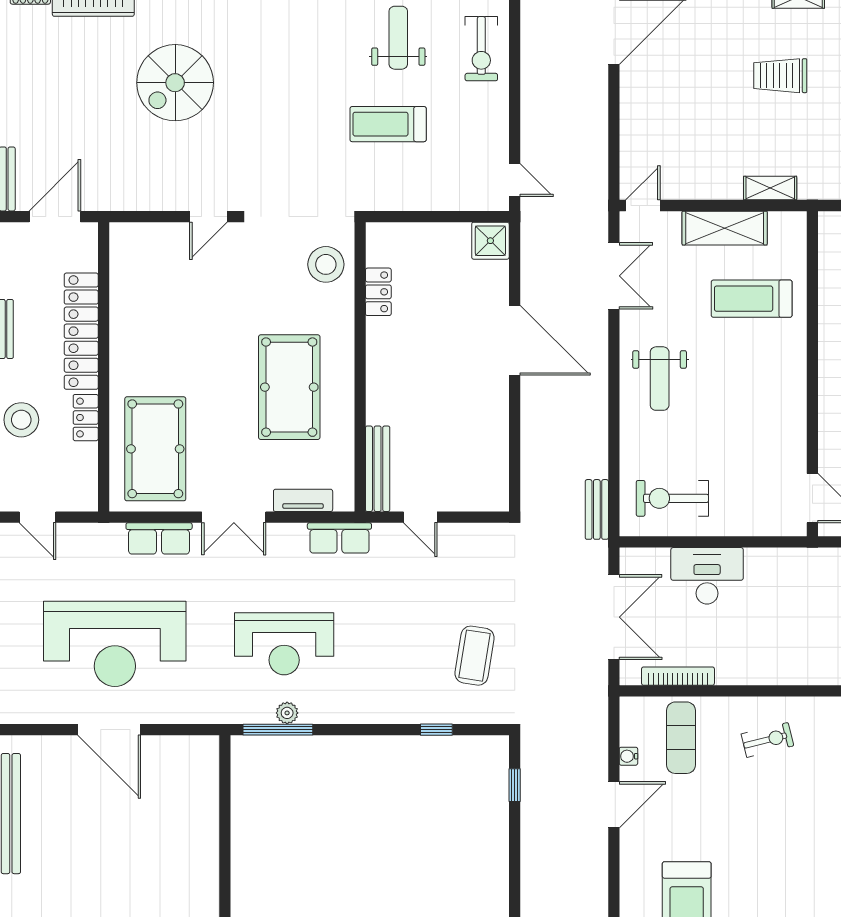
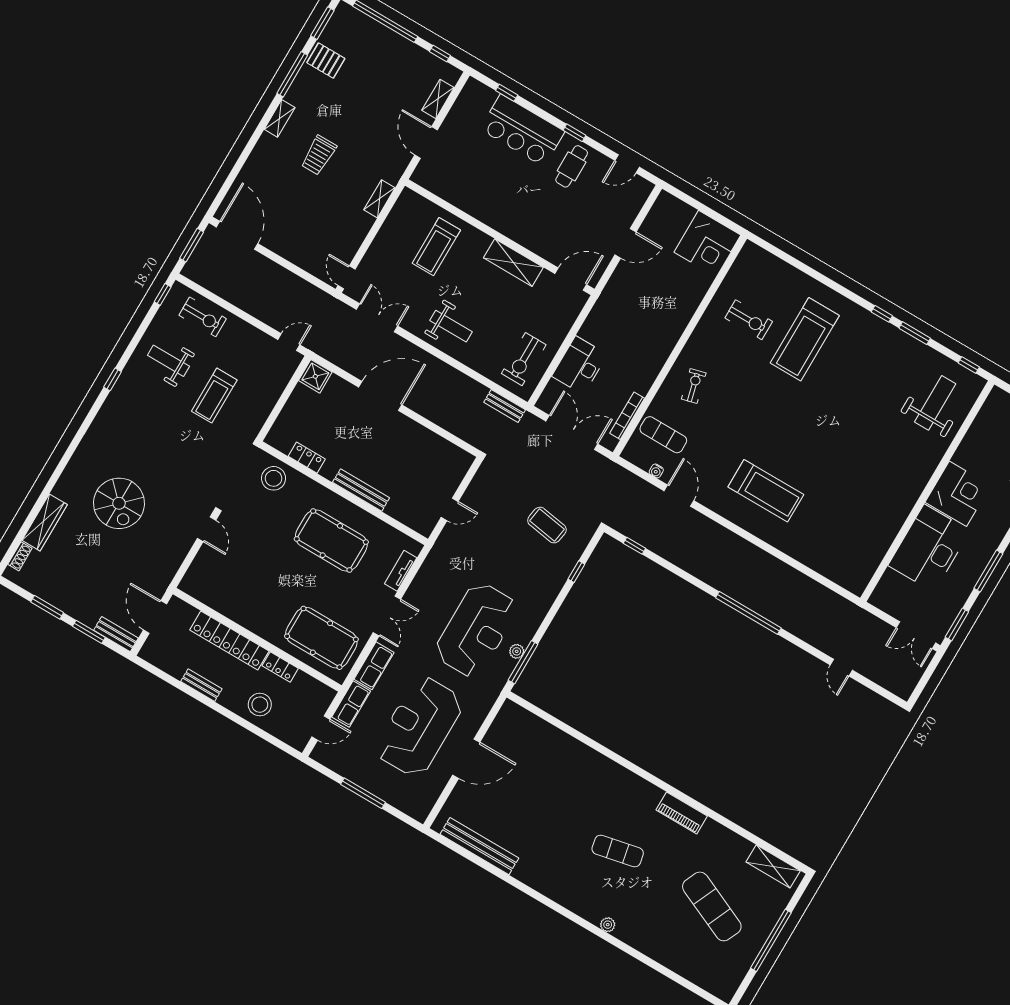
shelving: (725, 228) -> (513, 263), moved, turned 90
bench: (378, 469) -> (361, 490), moved
row of seats: (339, 538) -> (351, 704), moved
reception desk: (115, 644) -> (419, 727), turned 180
reception desk: (284, 644) -> (476, 630), width x1.36, depth x1.30

